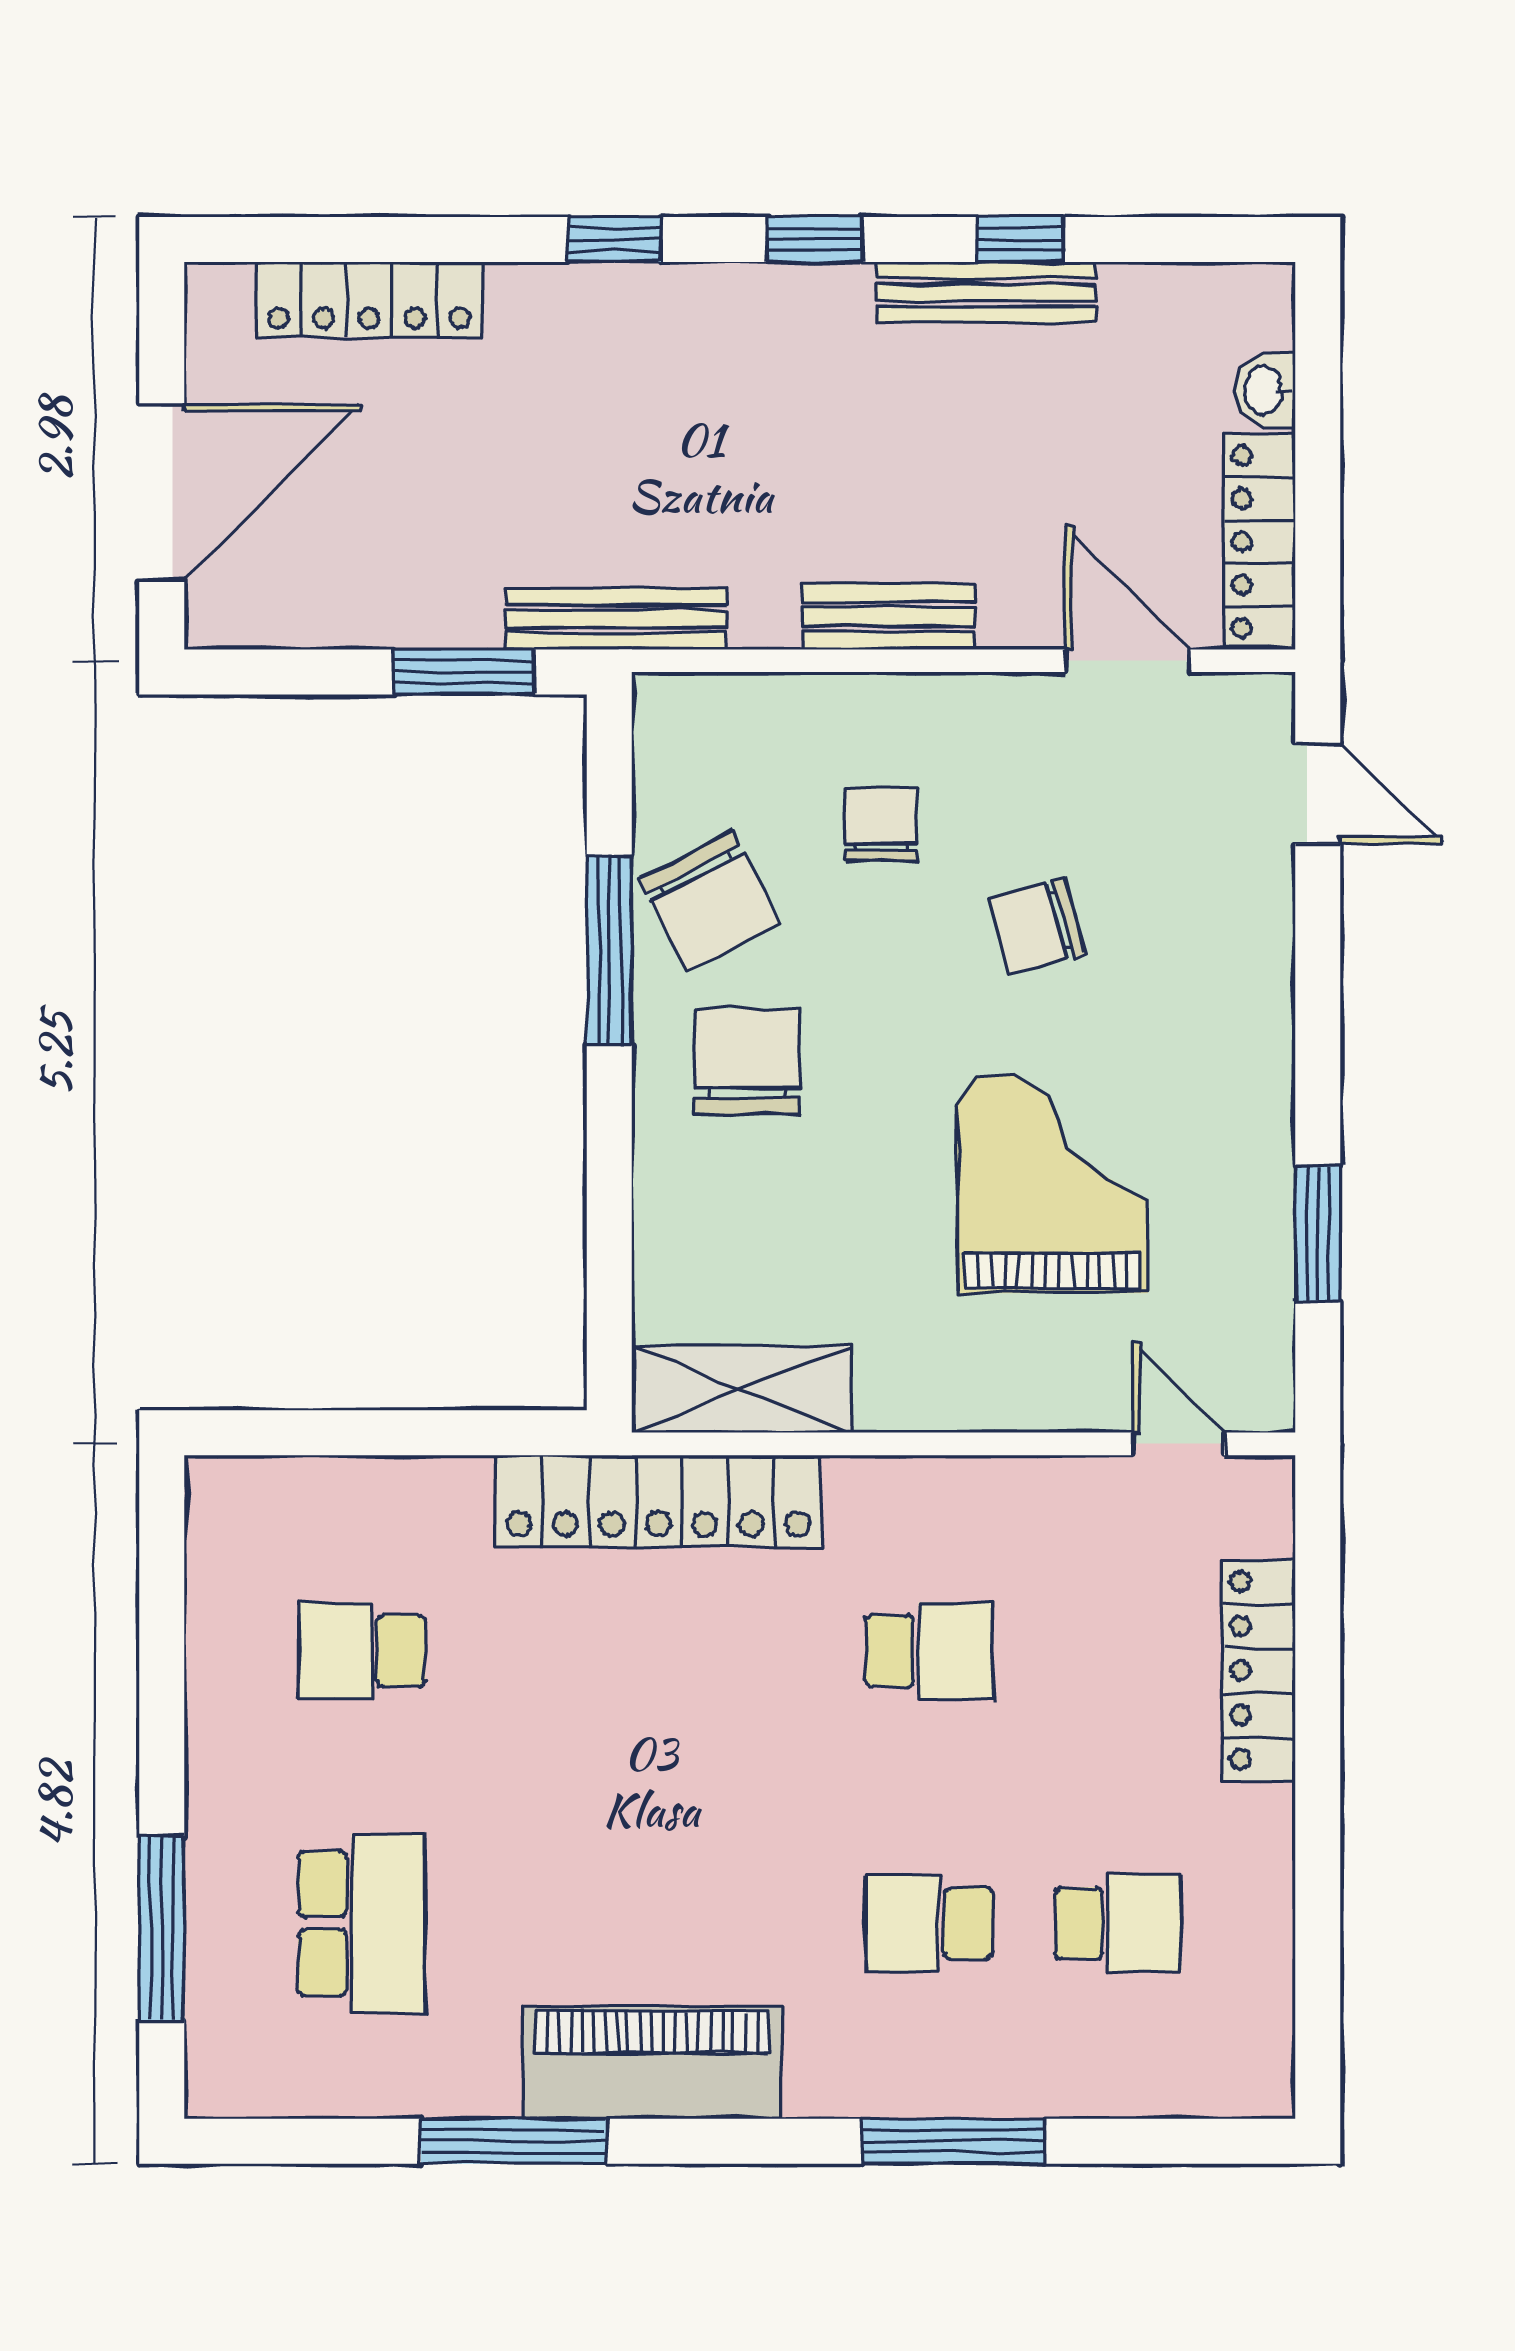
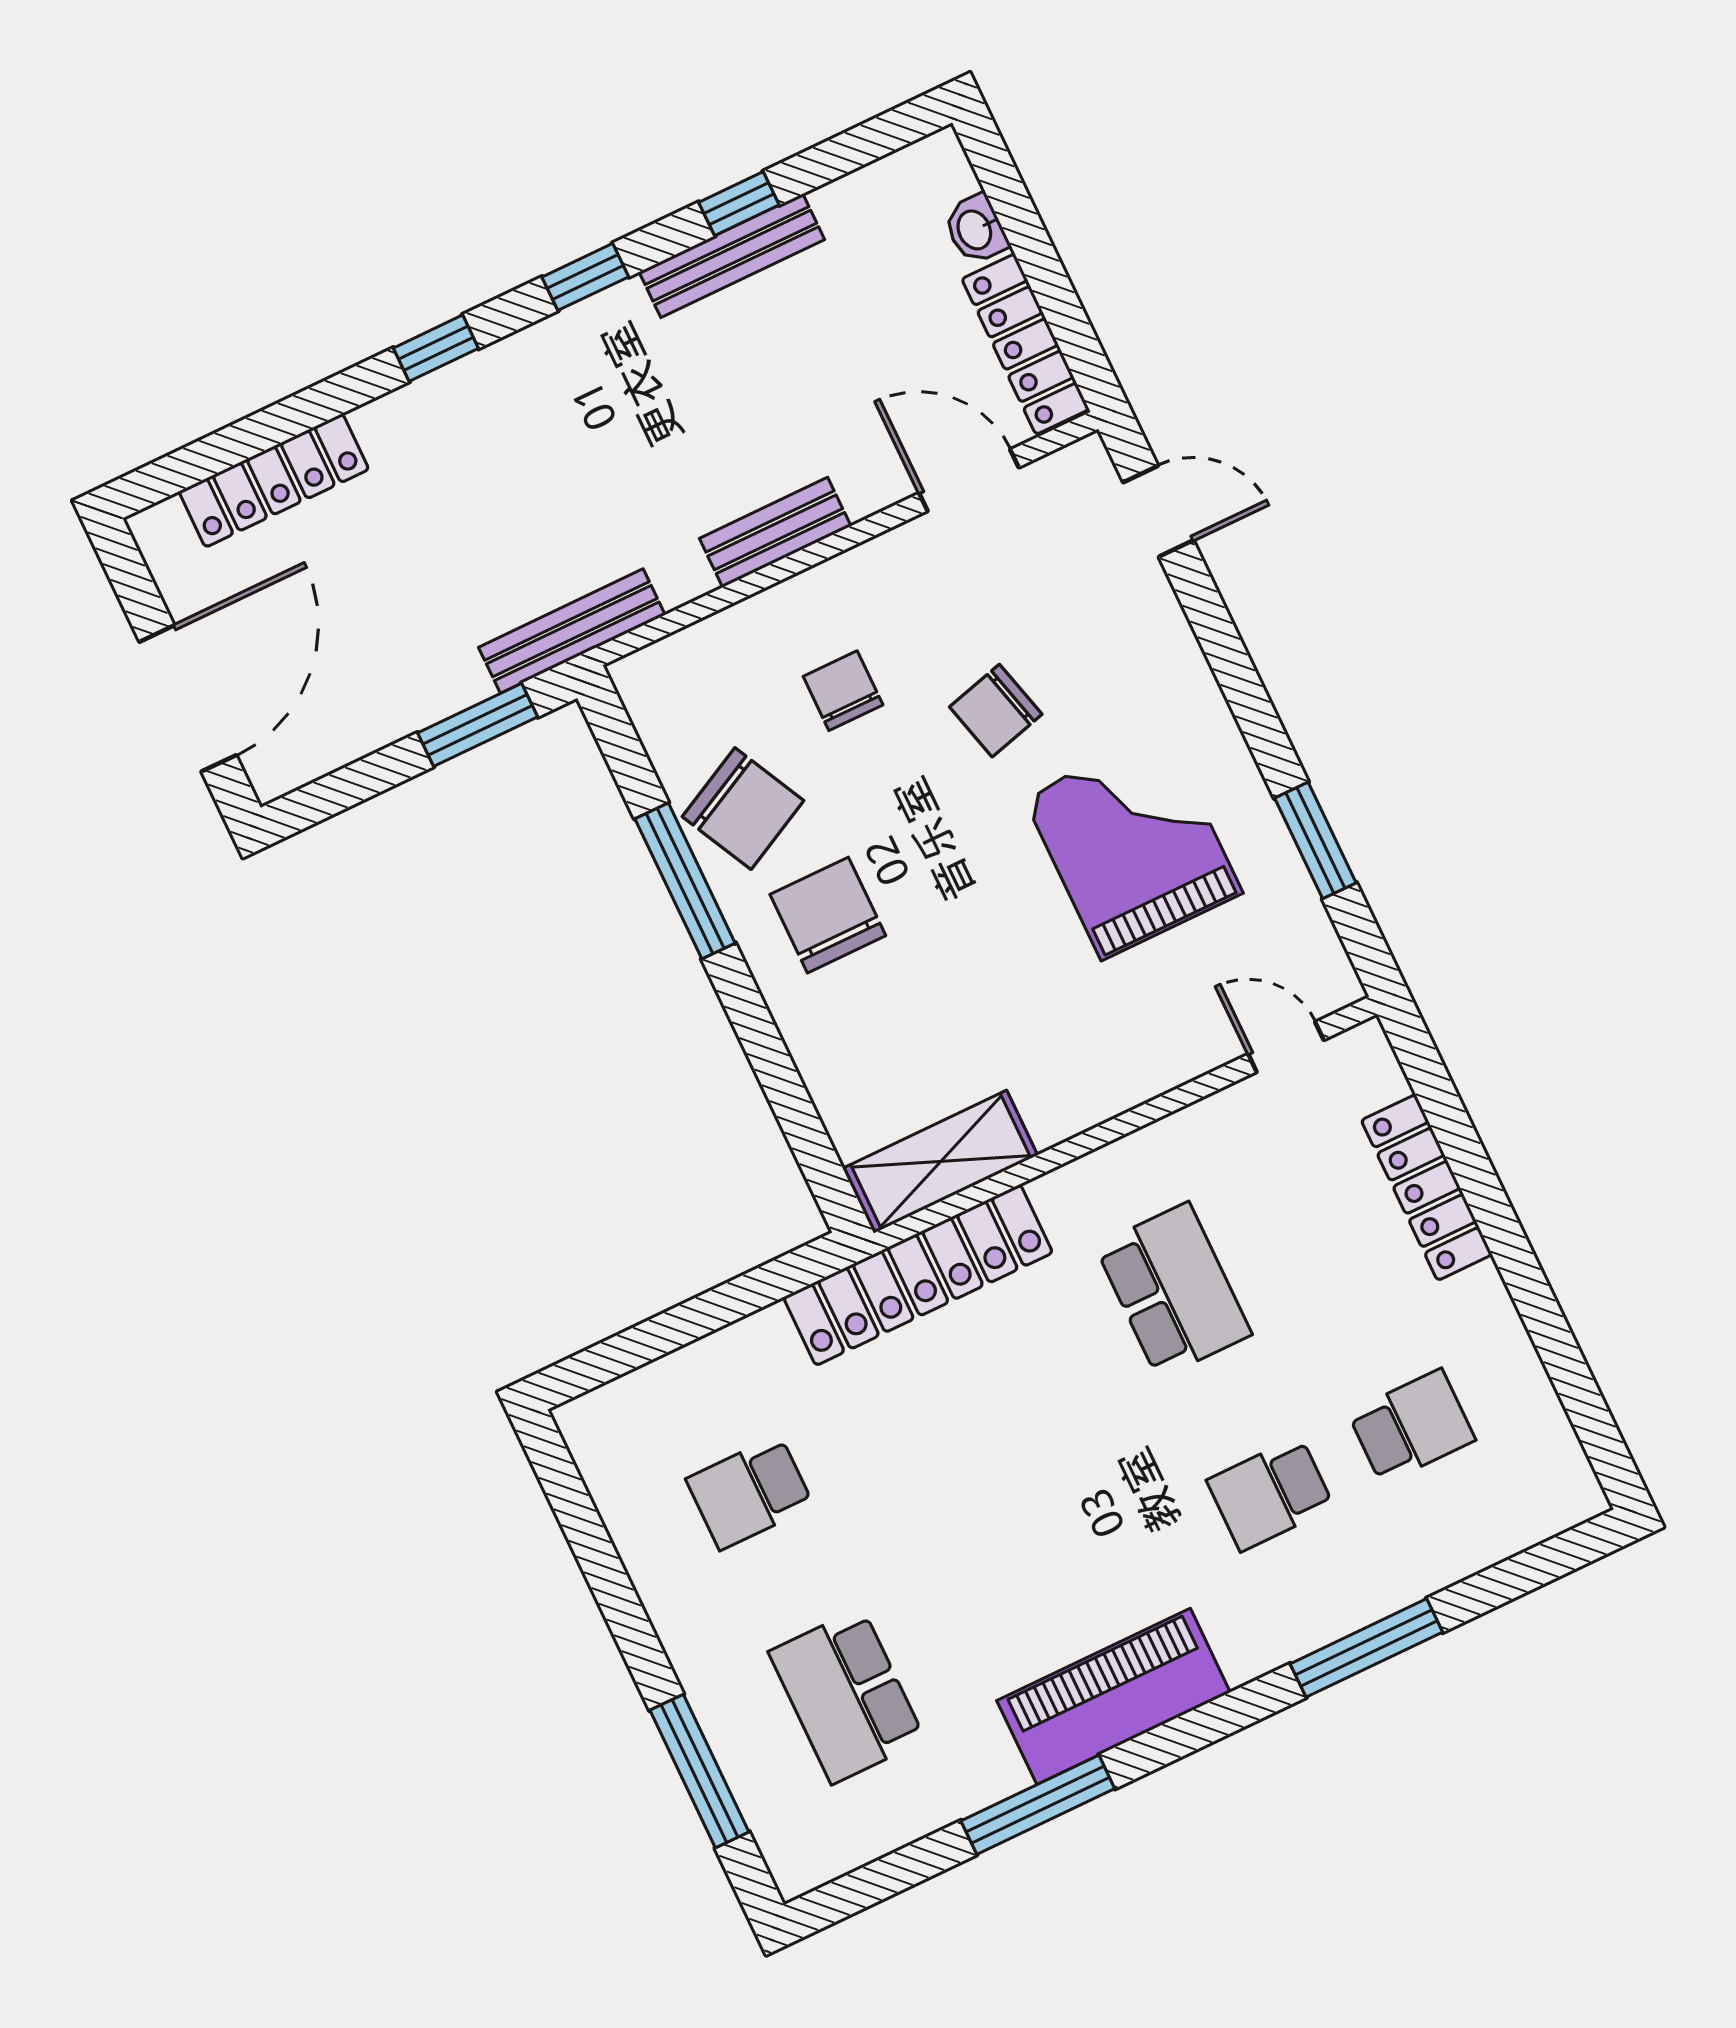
grand piano: (1052, 1183) -> (1133, 845), moved
school desk: (929, 1651) -> (1173, 1290), width x1.85
school desk: (362, 1923) -> (847, 1696), turned 180

